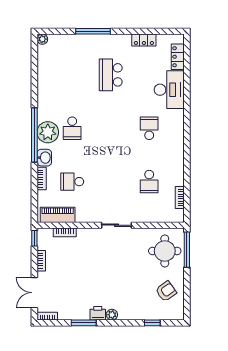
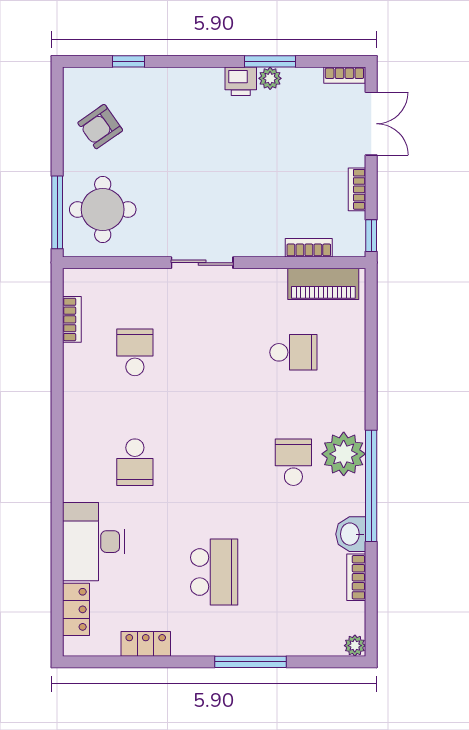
window: (34, 135) -> (371, 486), moved
washbasin: (44, 158) -> (351, 534), moved
bookcase: (42, 179) -> (356, 577), moved
plant: (112, 315) -> (270, 78), moved

